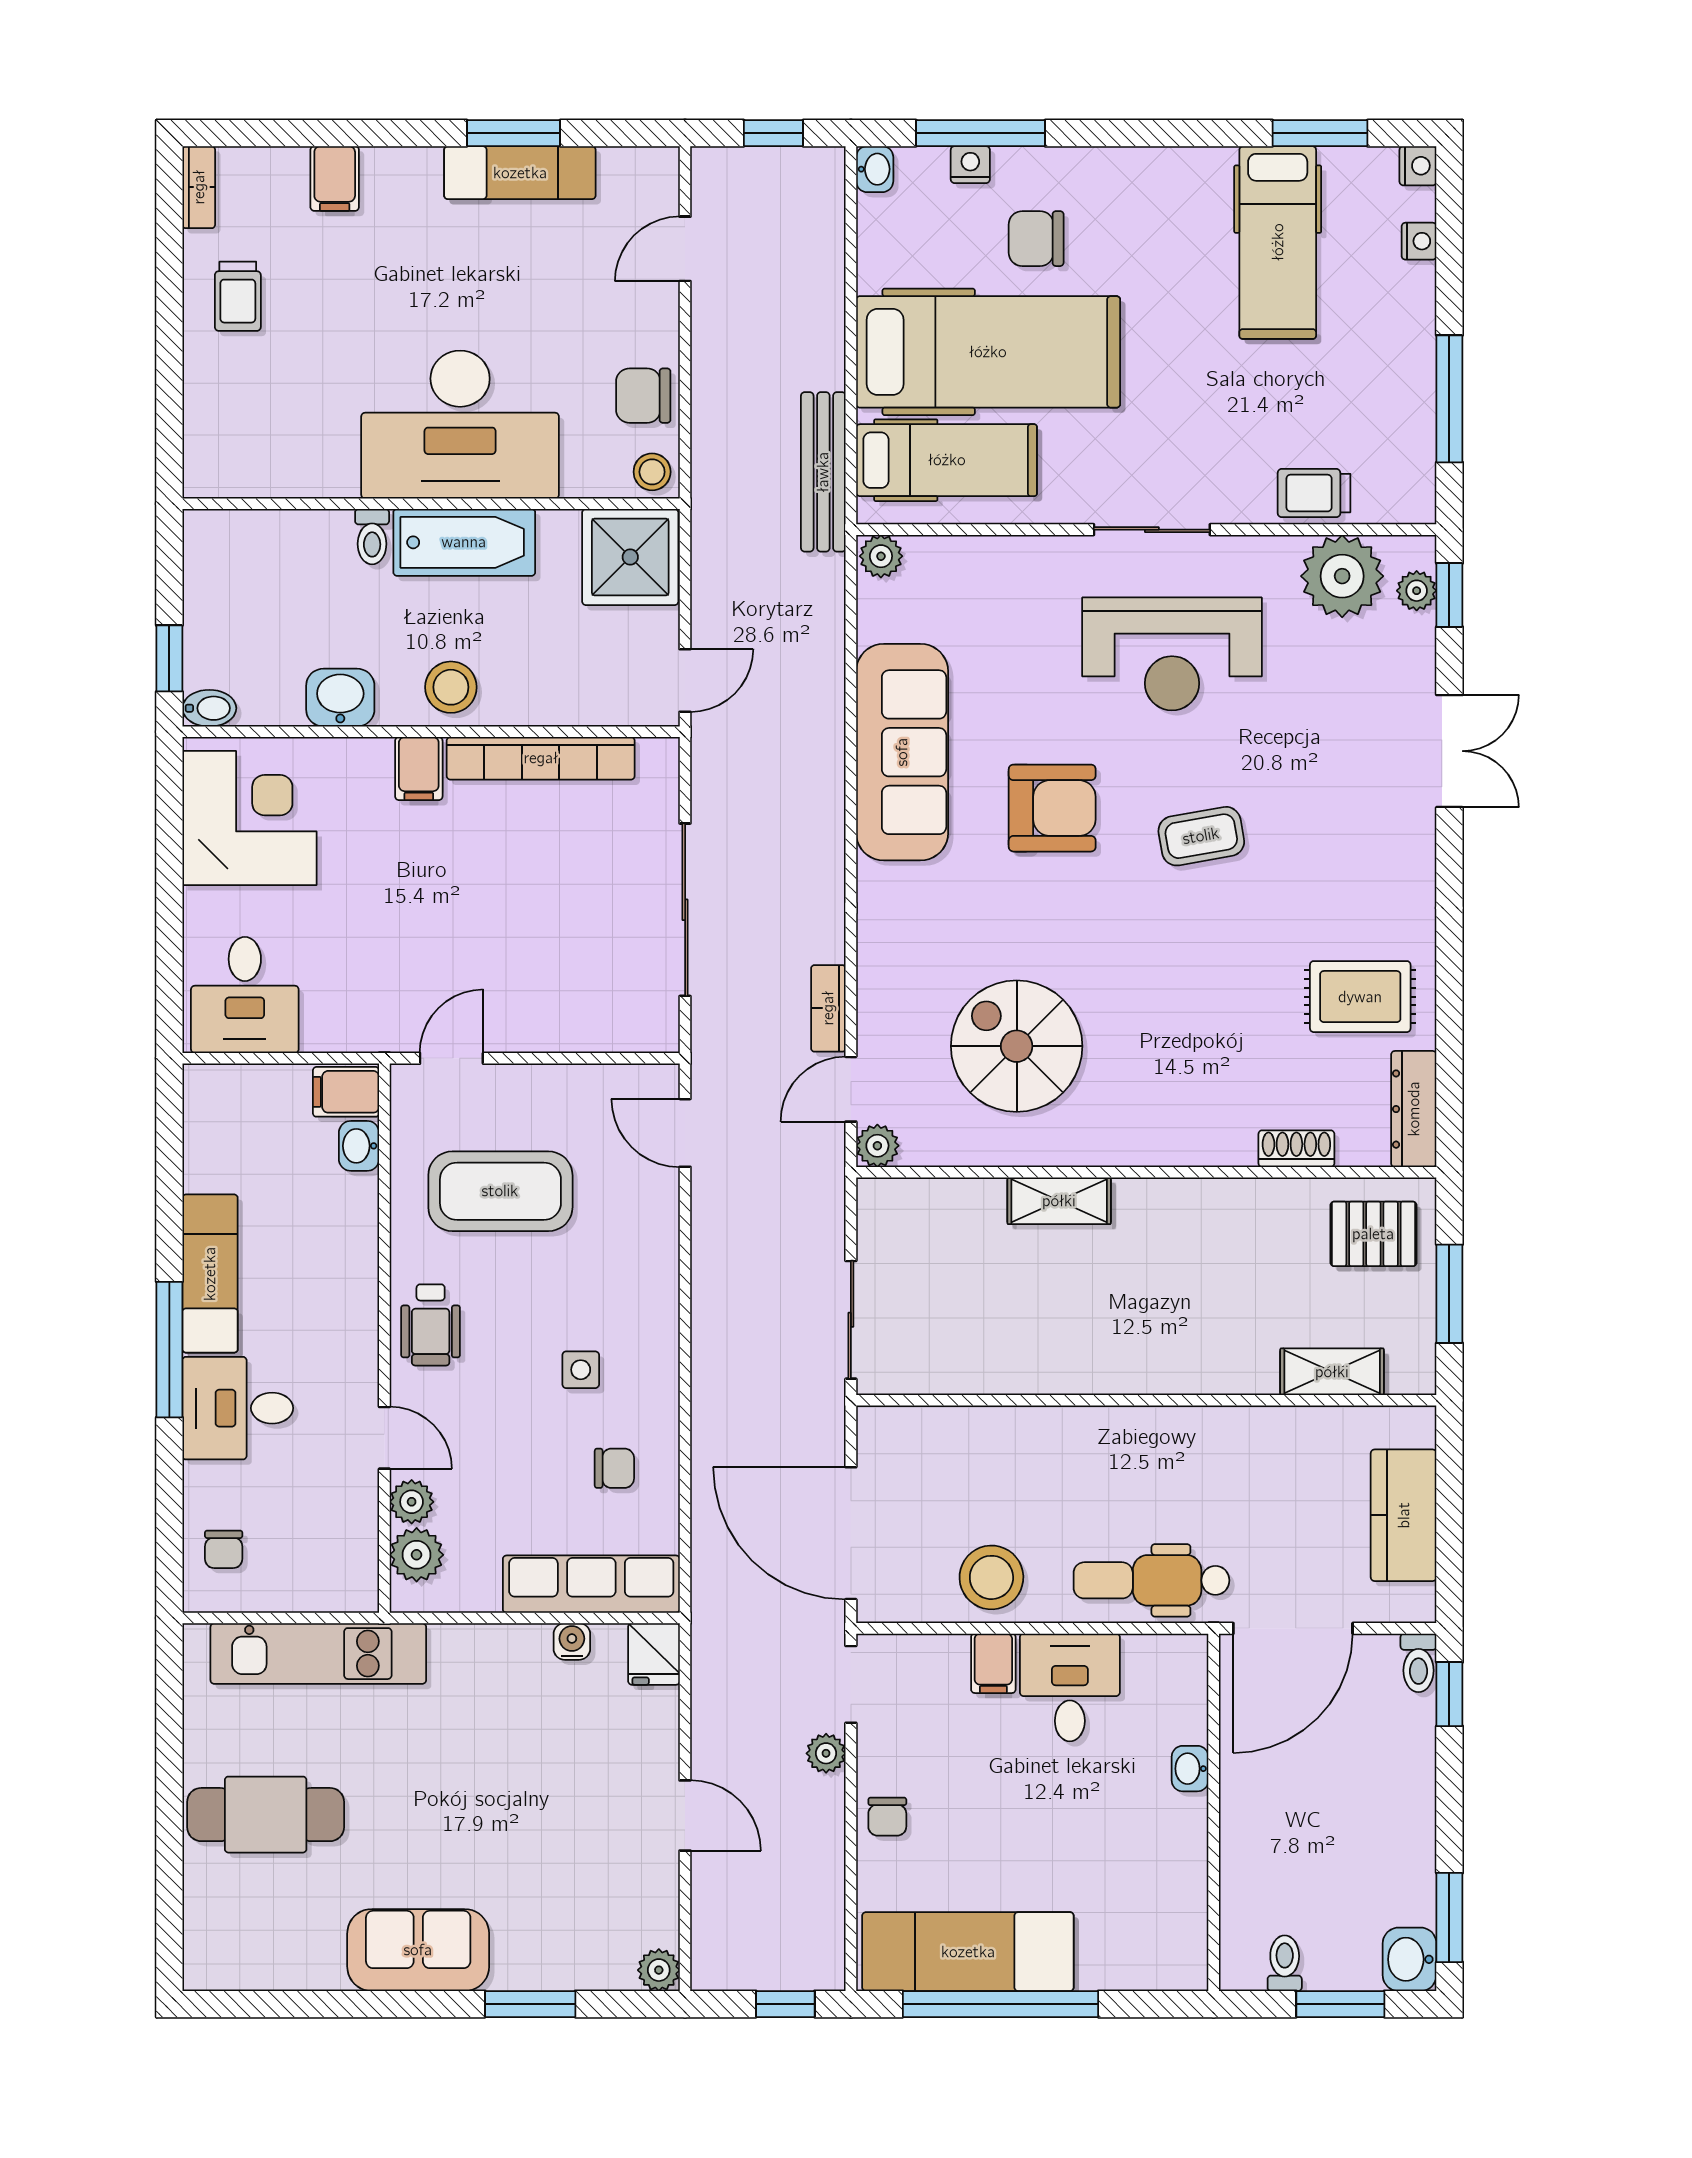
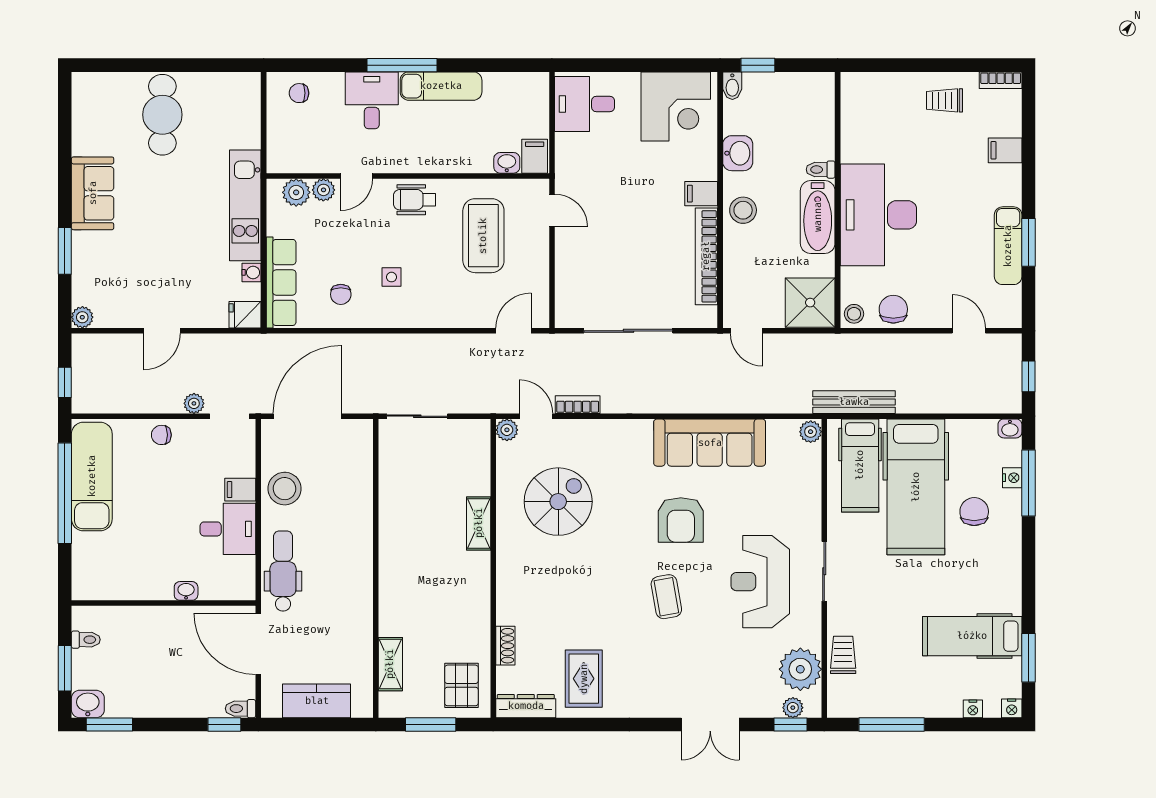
kitchen unit: (318, 1654) -> (245, 205), moved

